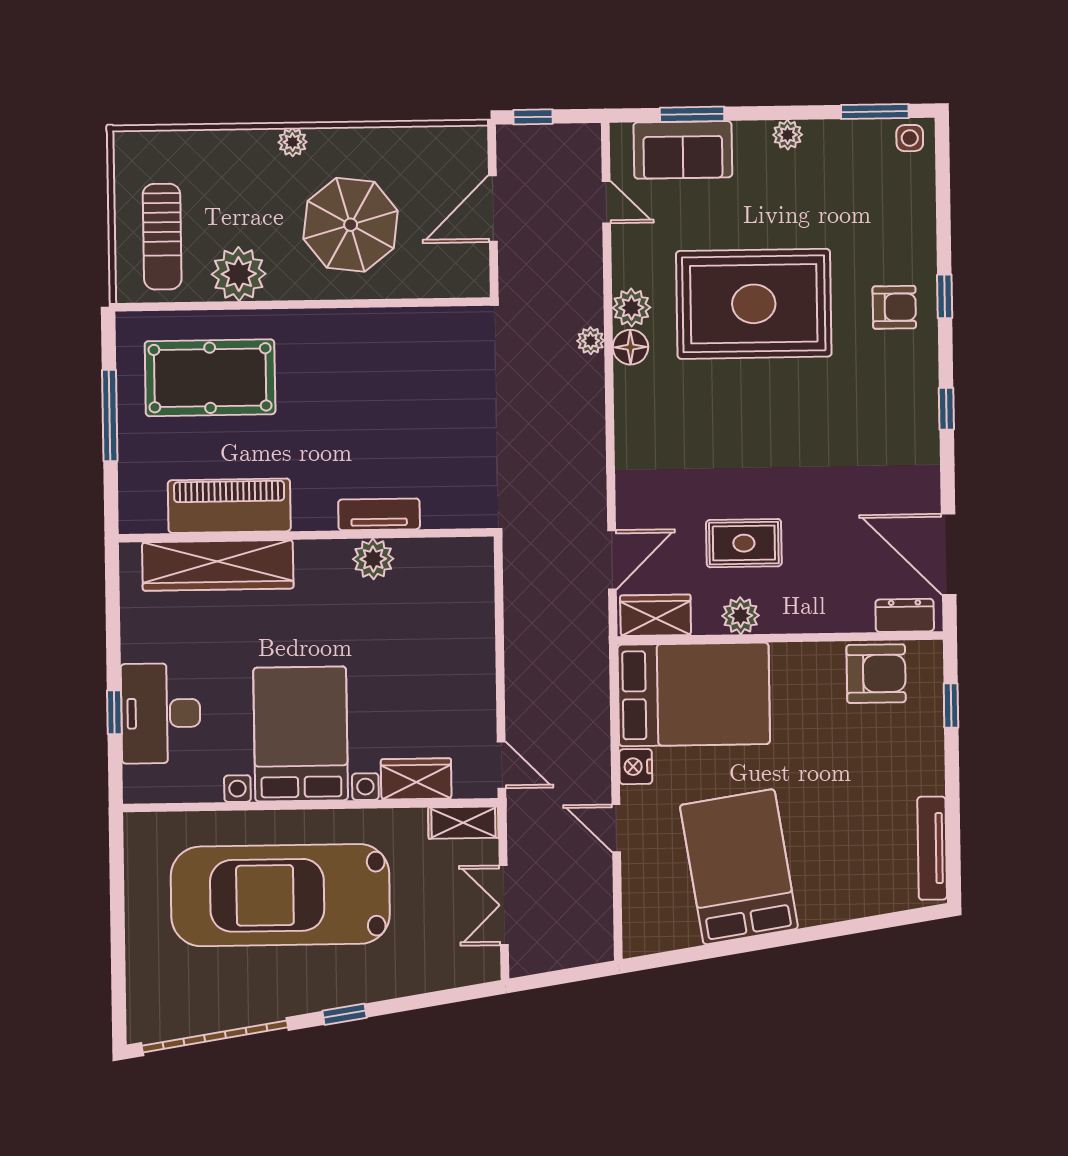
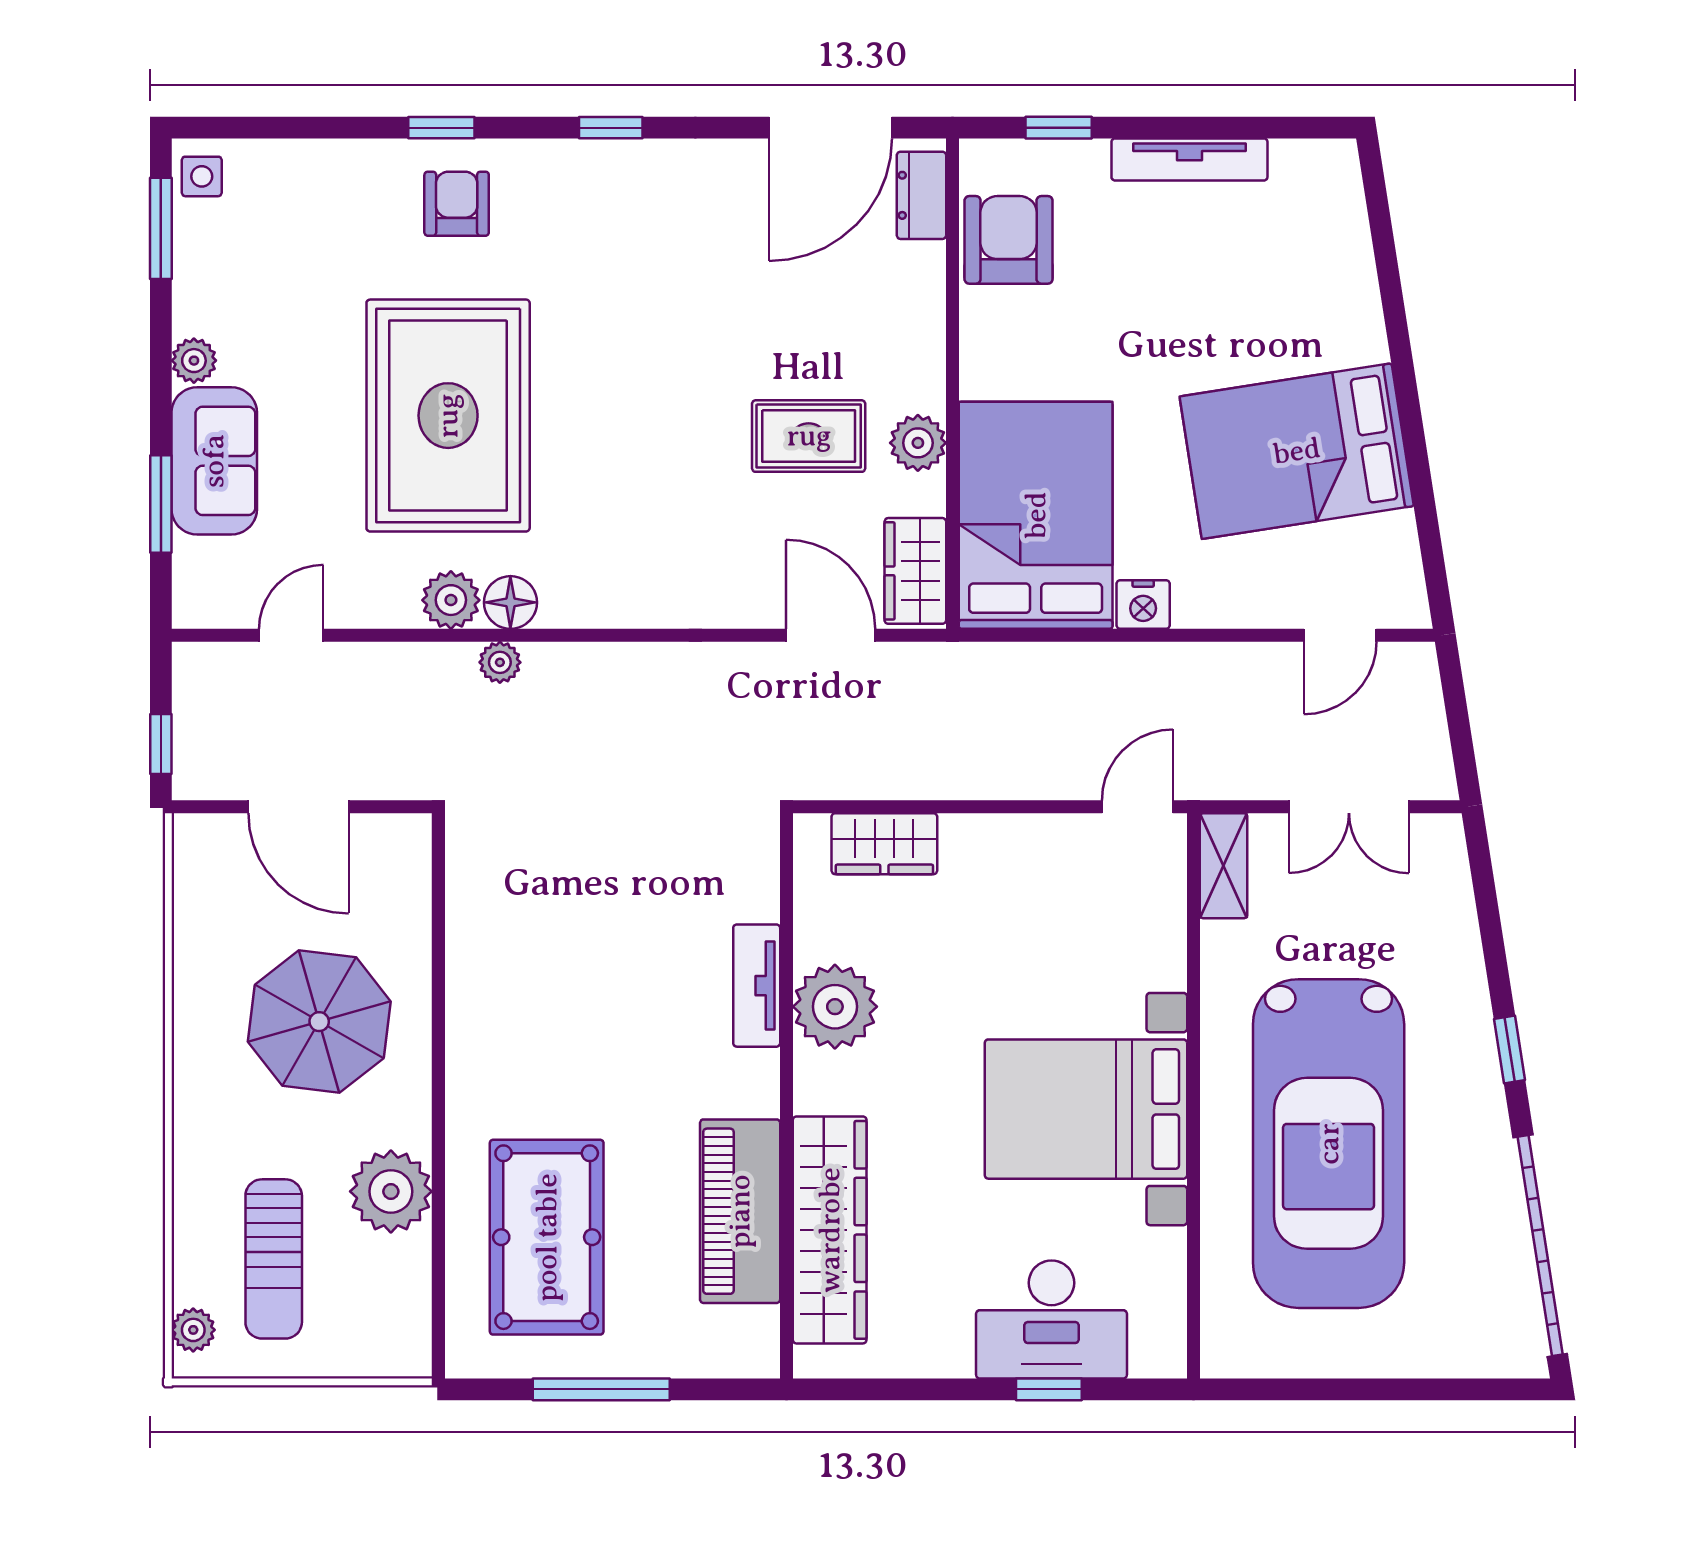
plant: (293, 142) -> (193, 1330), moved
sofa: (683, 150) -> (214, 461), moved
sun lounger: (162, 237) -> (274, 1259), moved, turned 90
rug: (744, 543) -> (809, 436), turned 90
plant: (373, 559) -> (835, 1007), width x1.36, depth x1.36
wardrobe: (416, 779) -> (884, 844), moved, turned -90
door: (616, 828) -> (1340, 635), moved
tv unit: (932, 848) -> (1189, 159), moved

